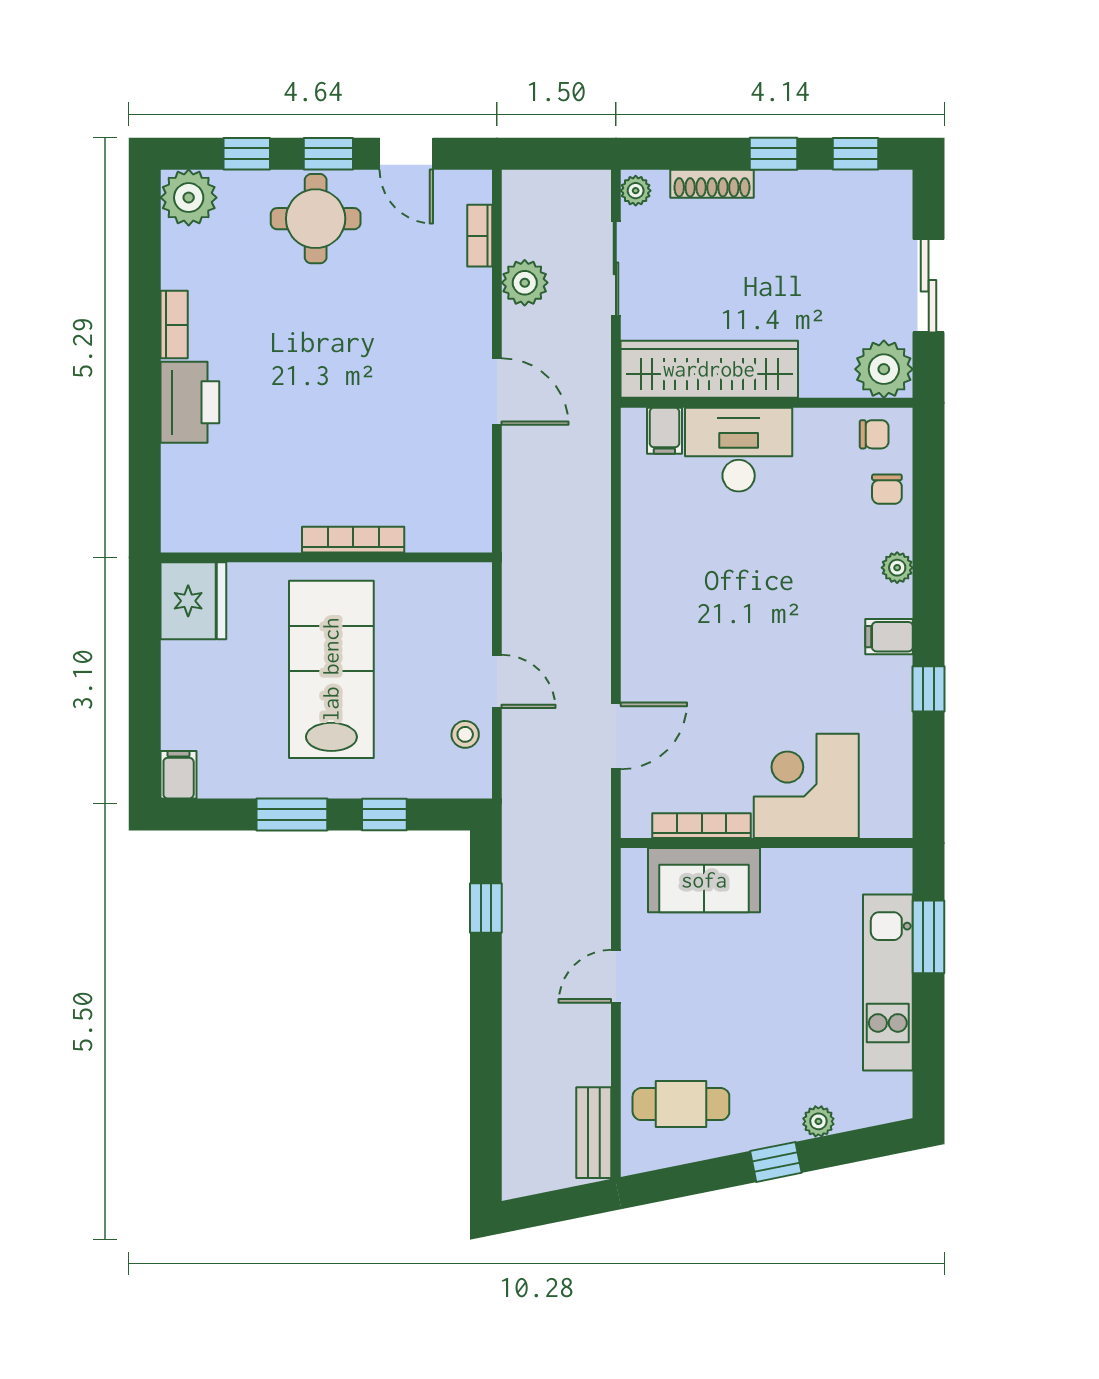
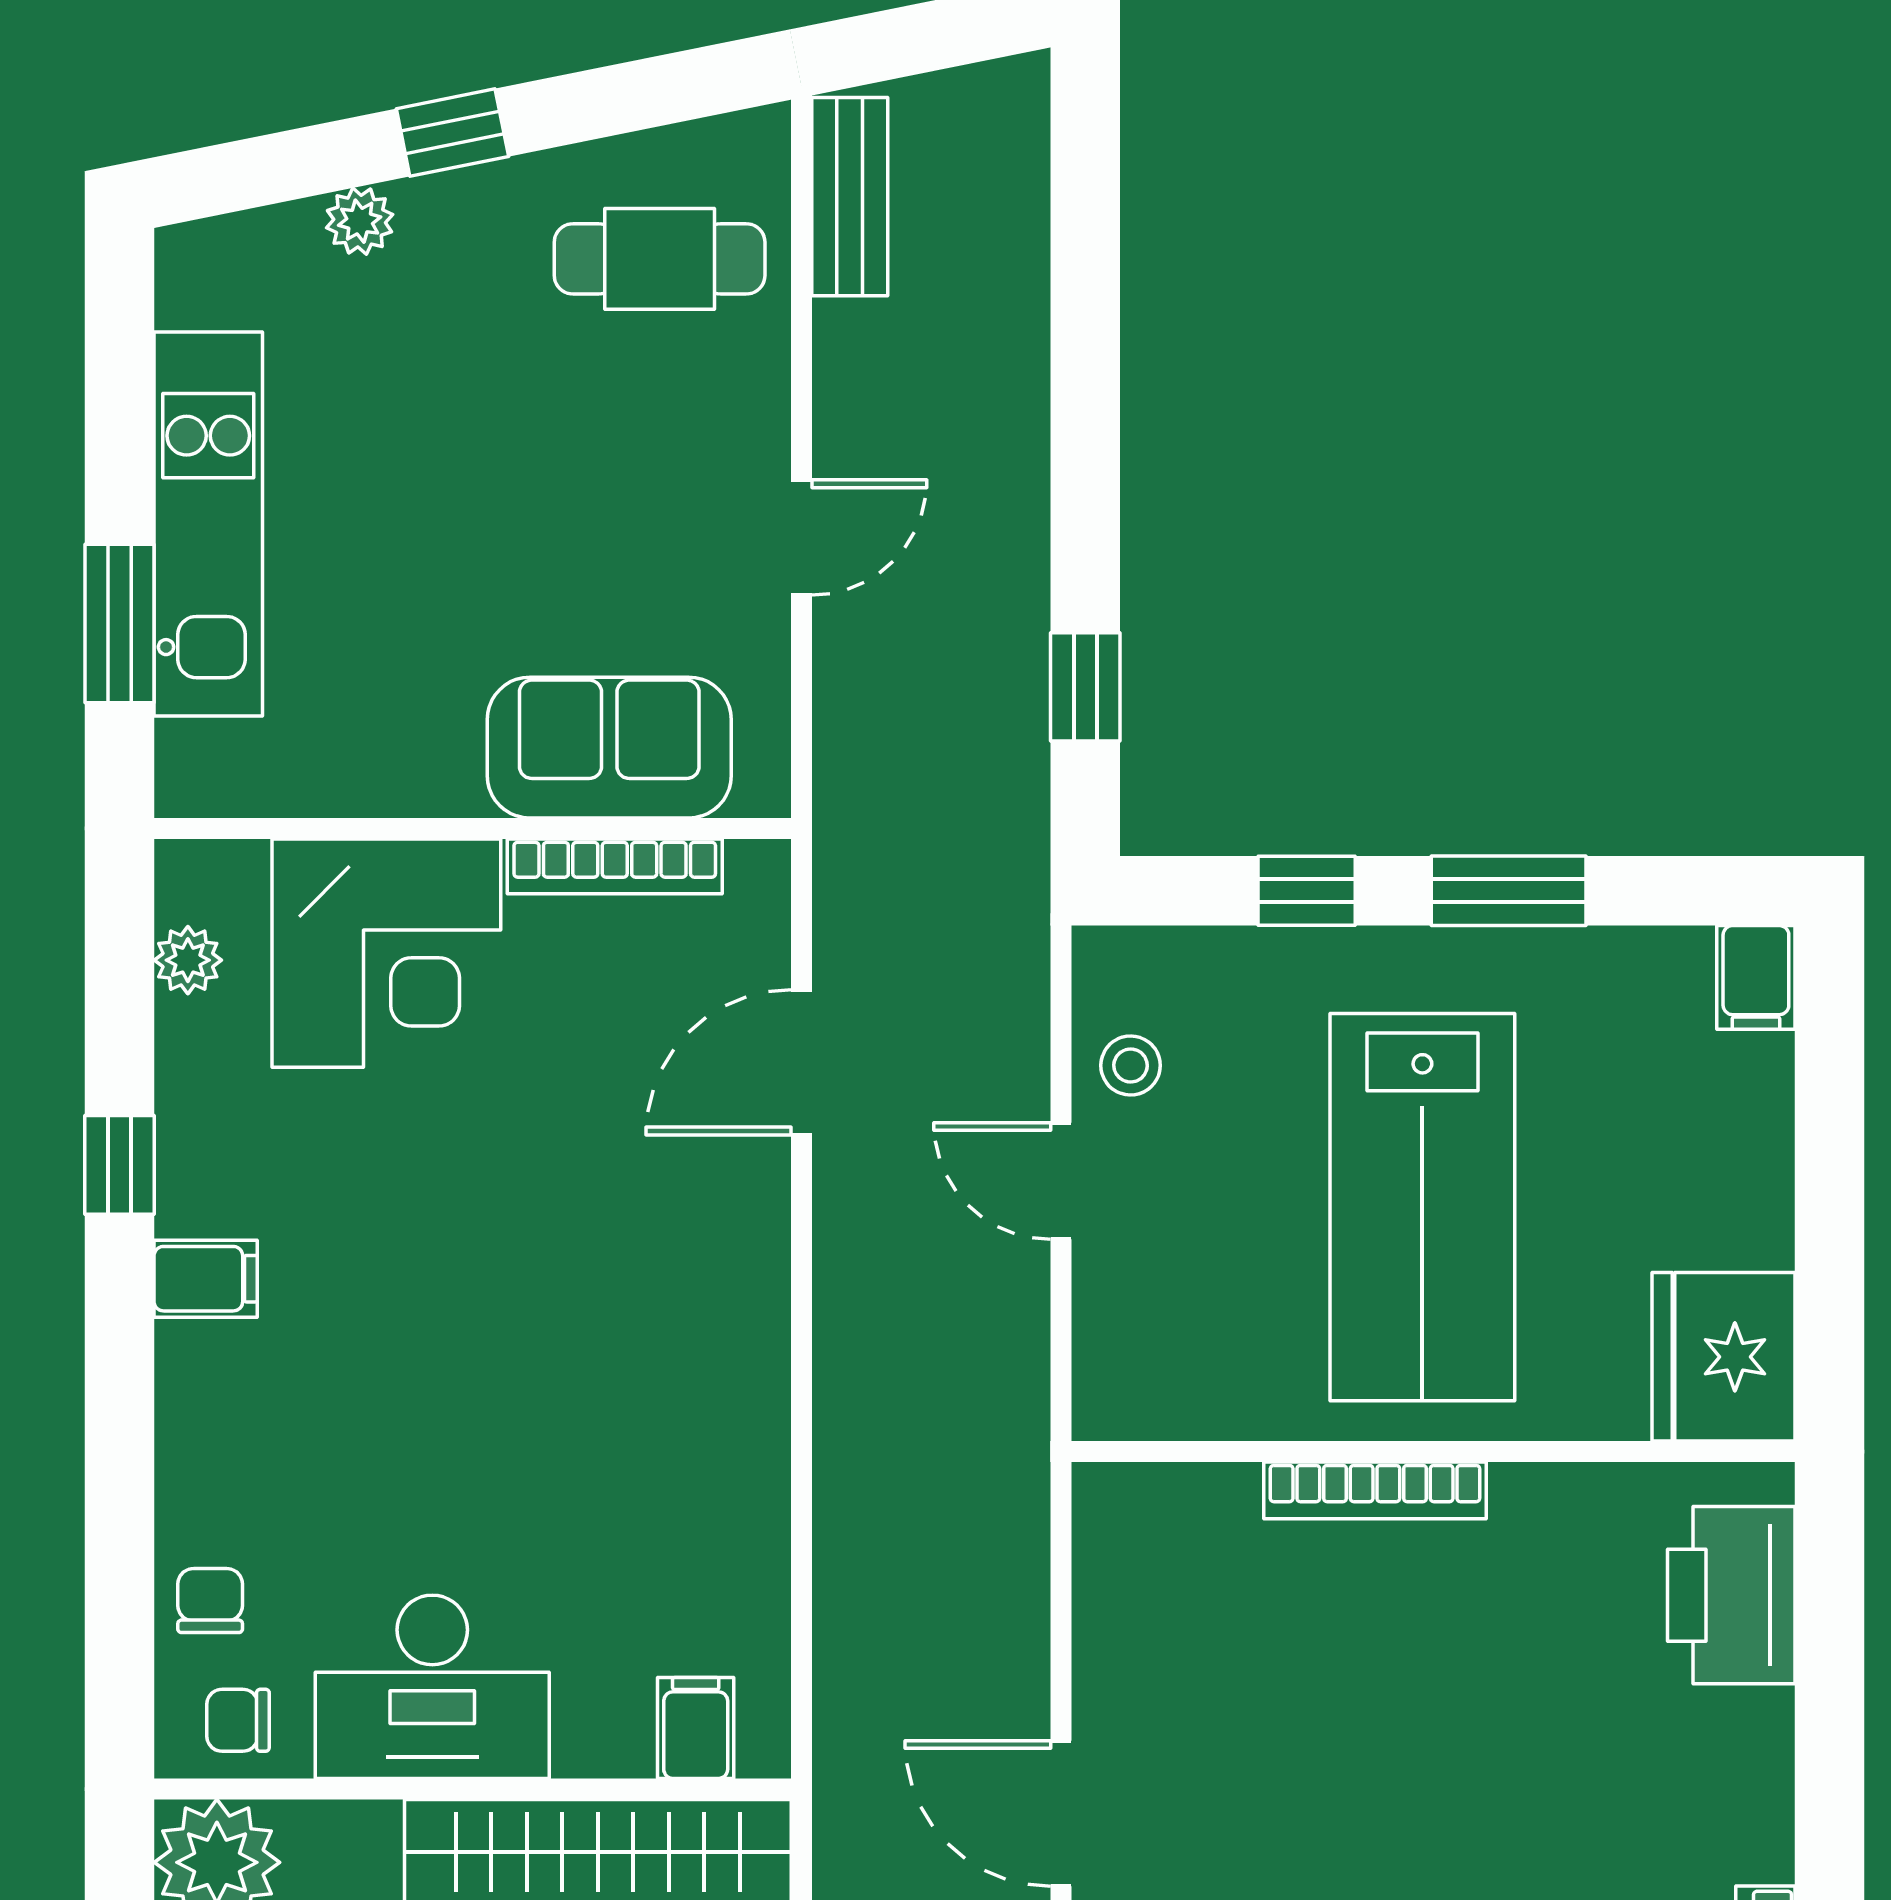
printer: (190, 402) -> (1731, 1595), moved
desk: (739, 450) -> (432, 1687), moved
plant: (897, 568) -> (188, 960), moved

